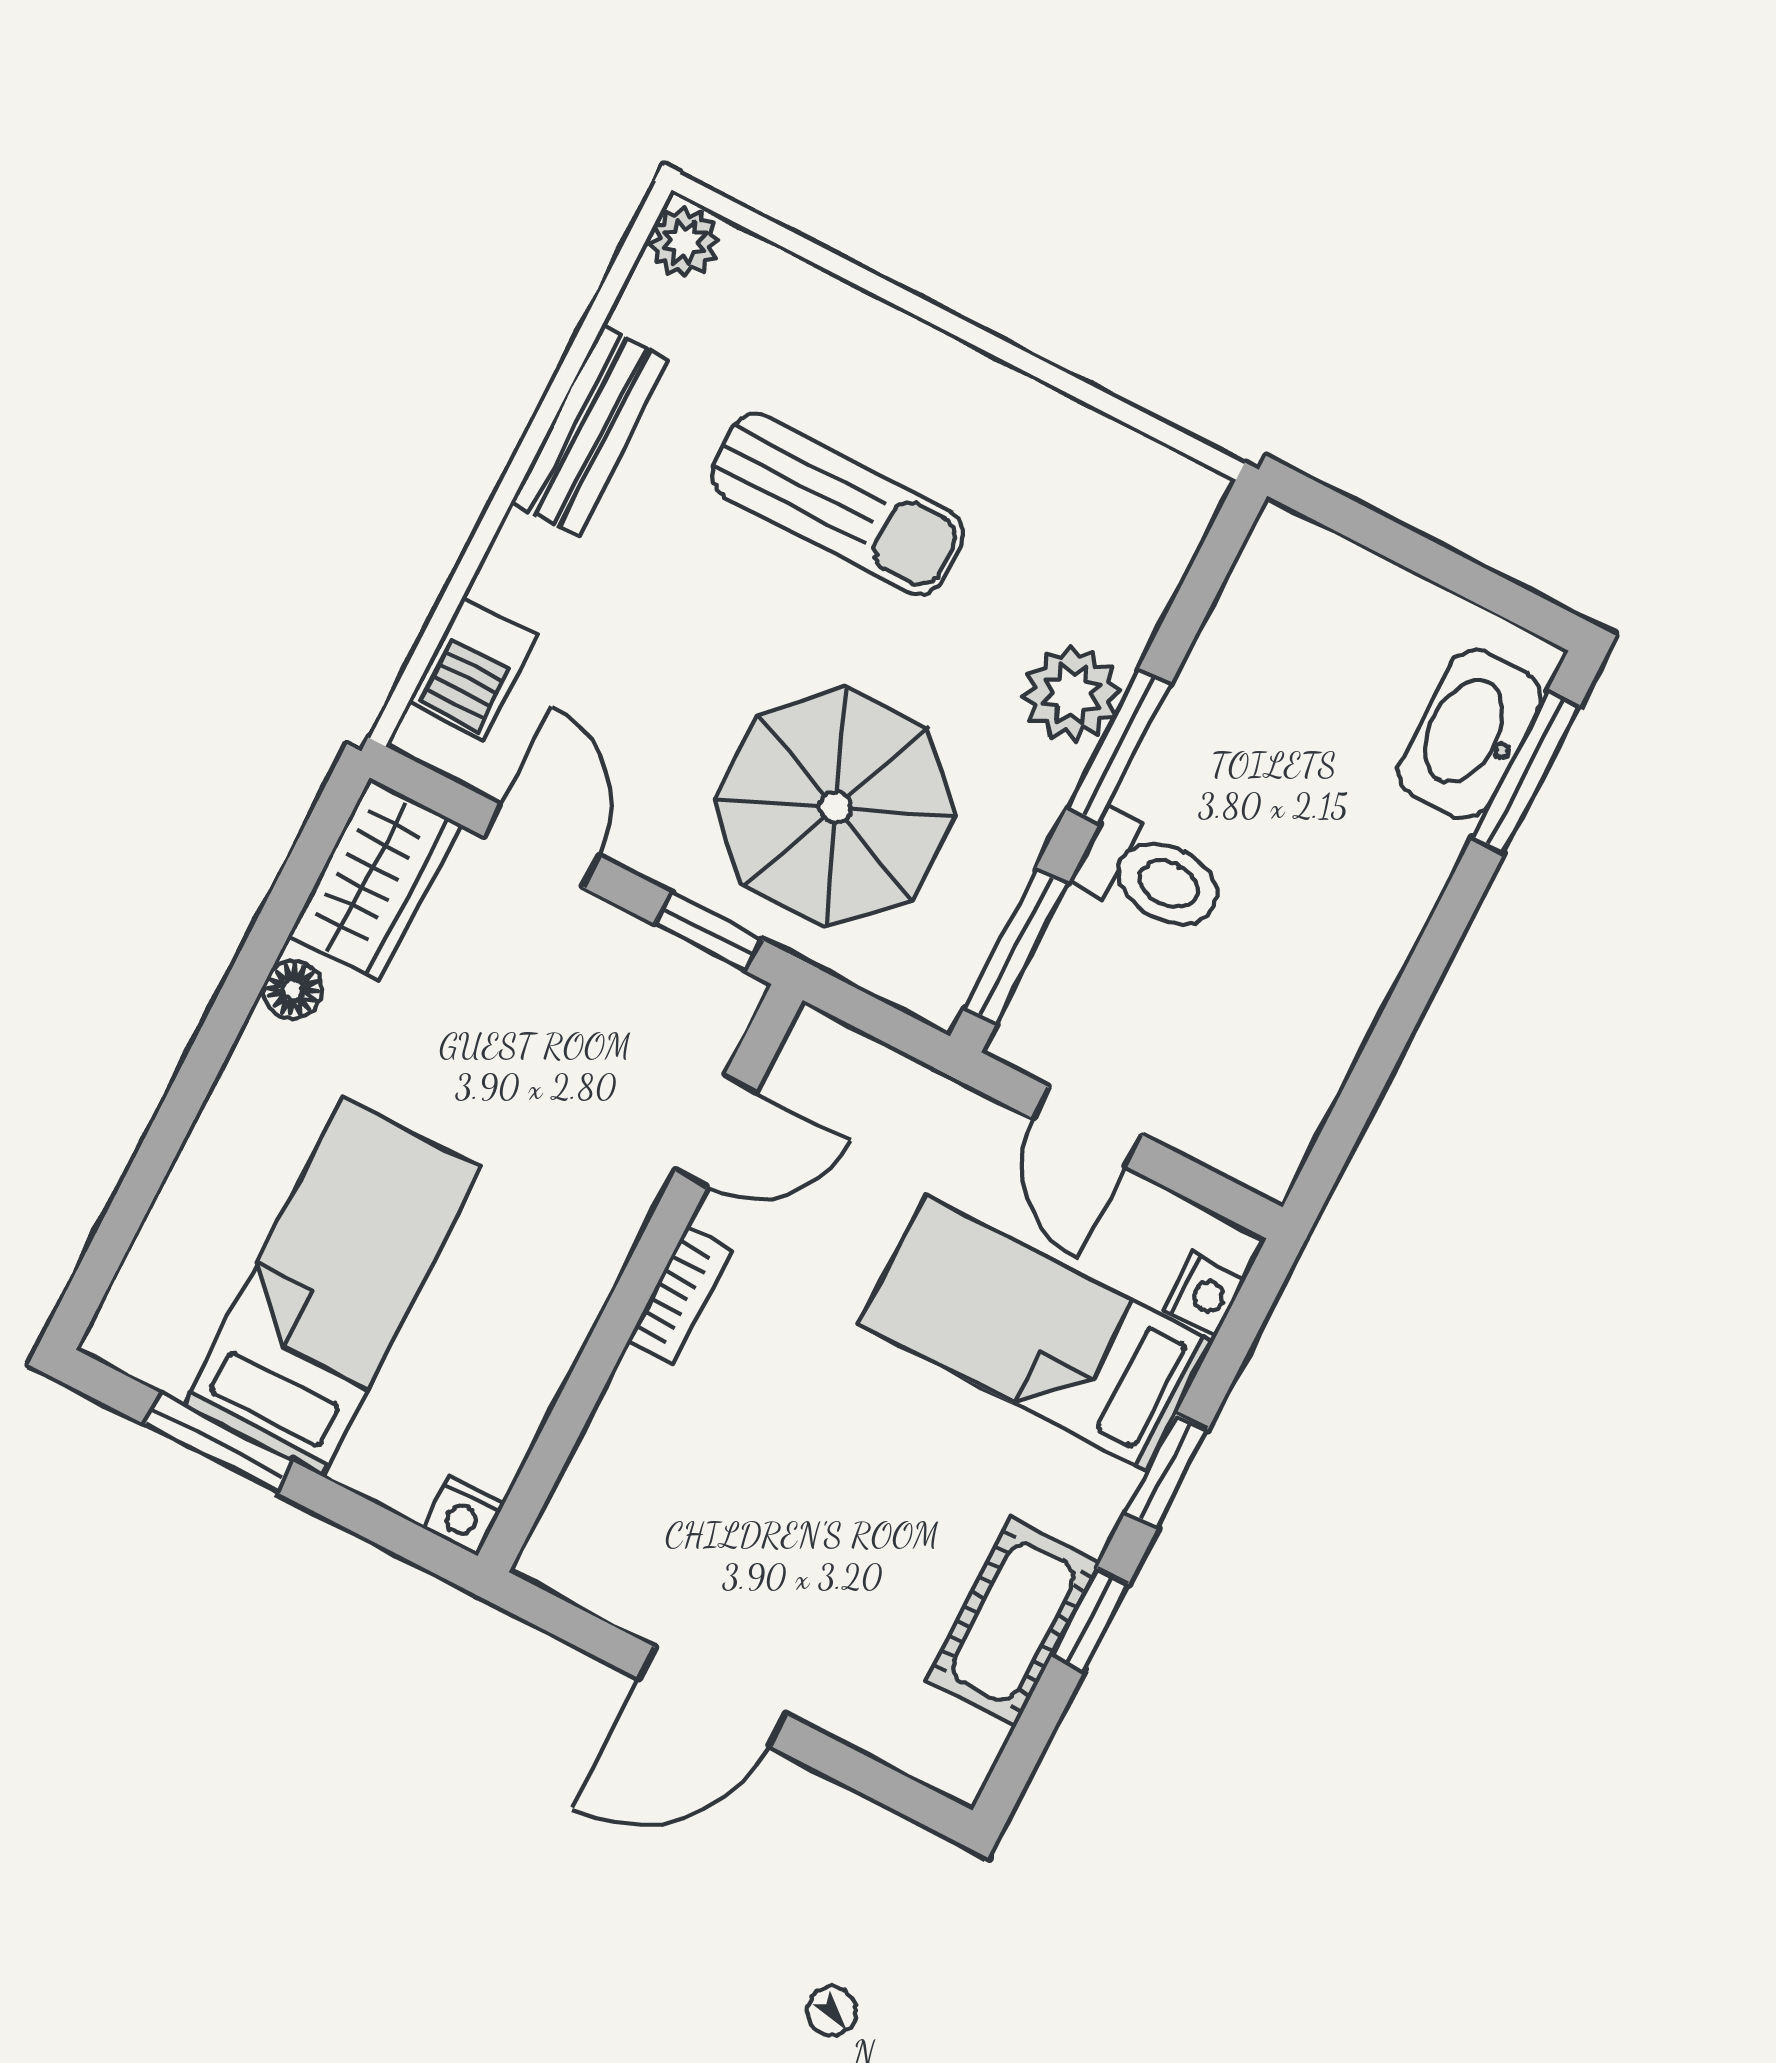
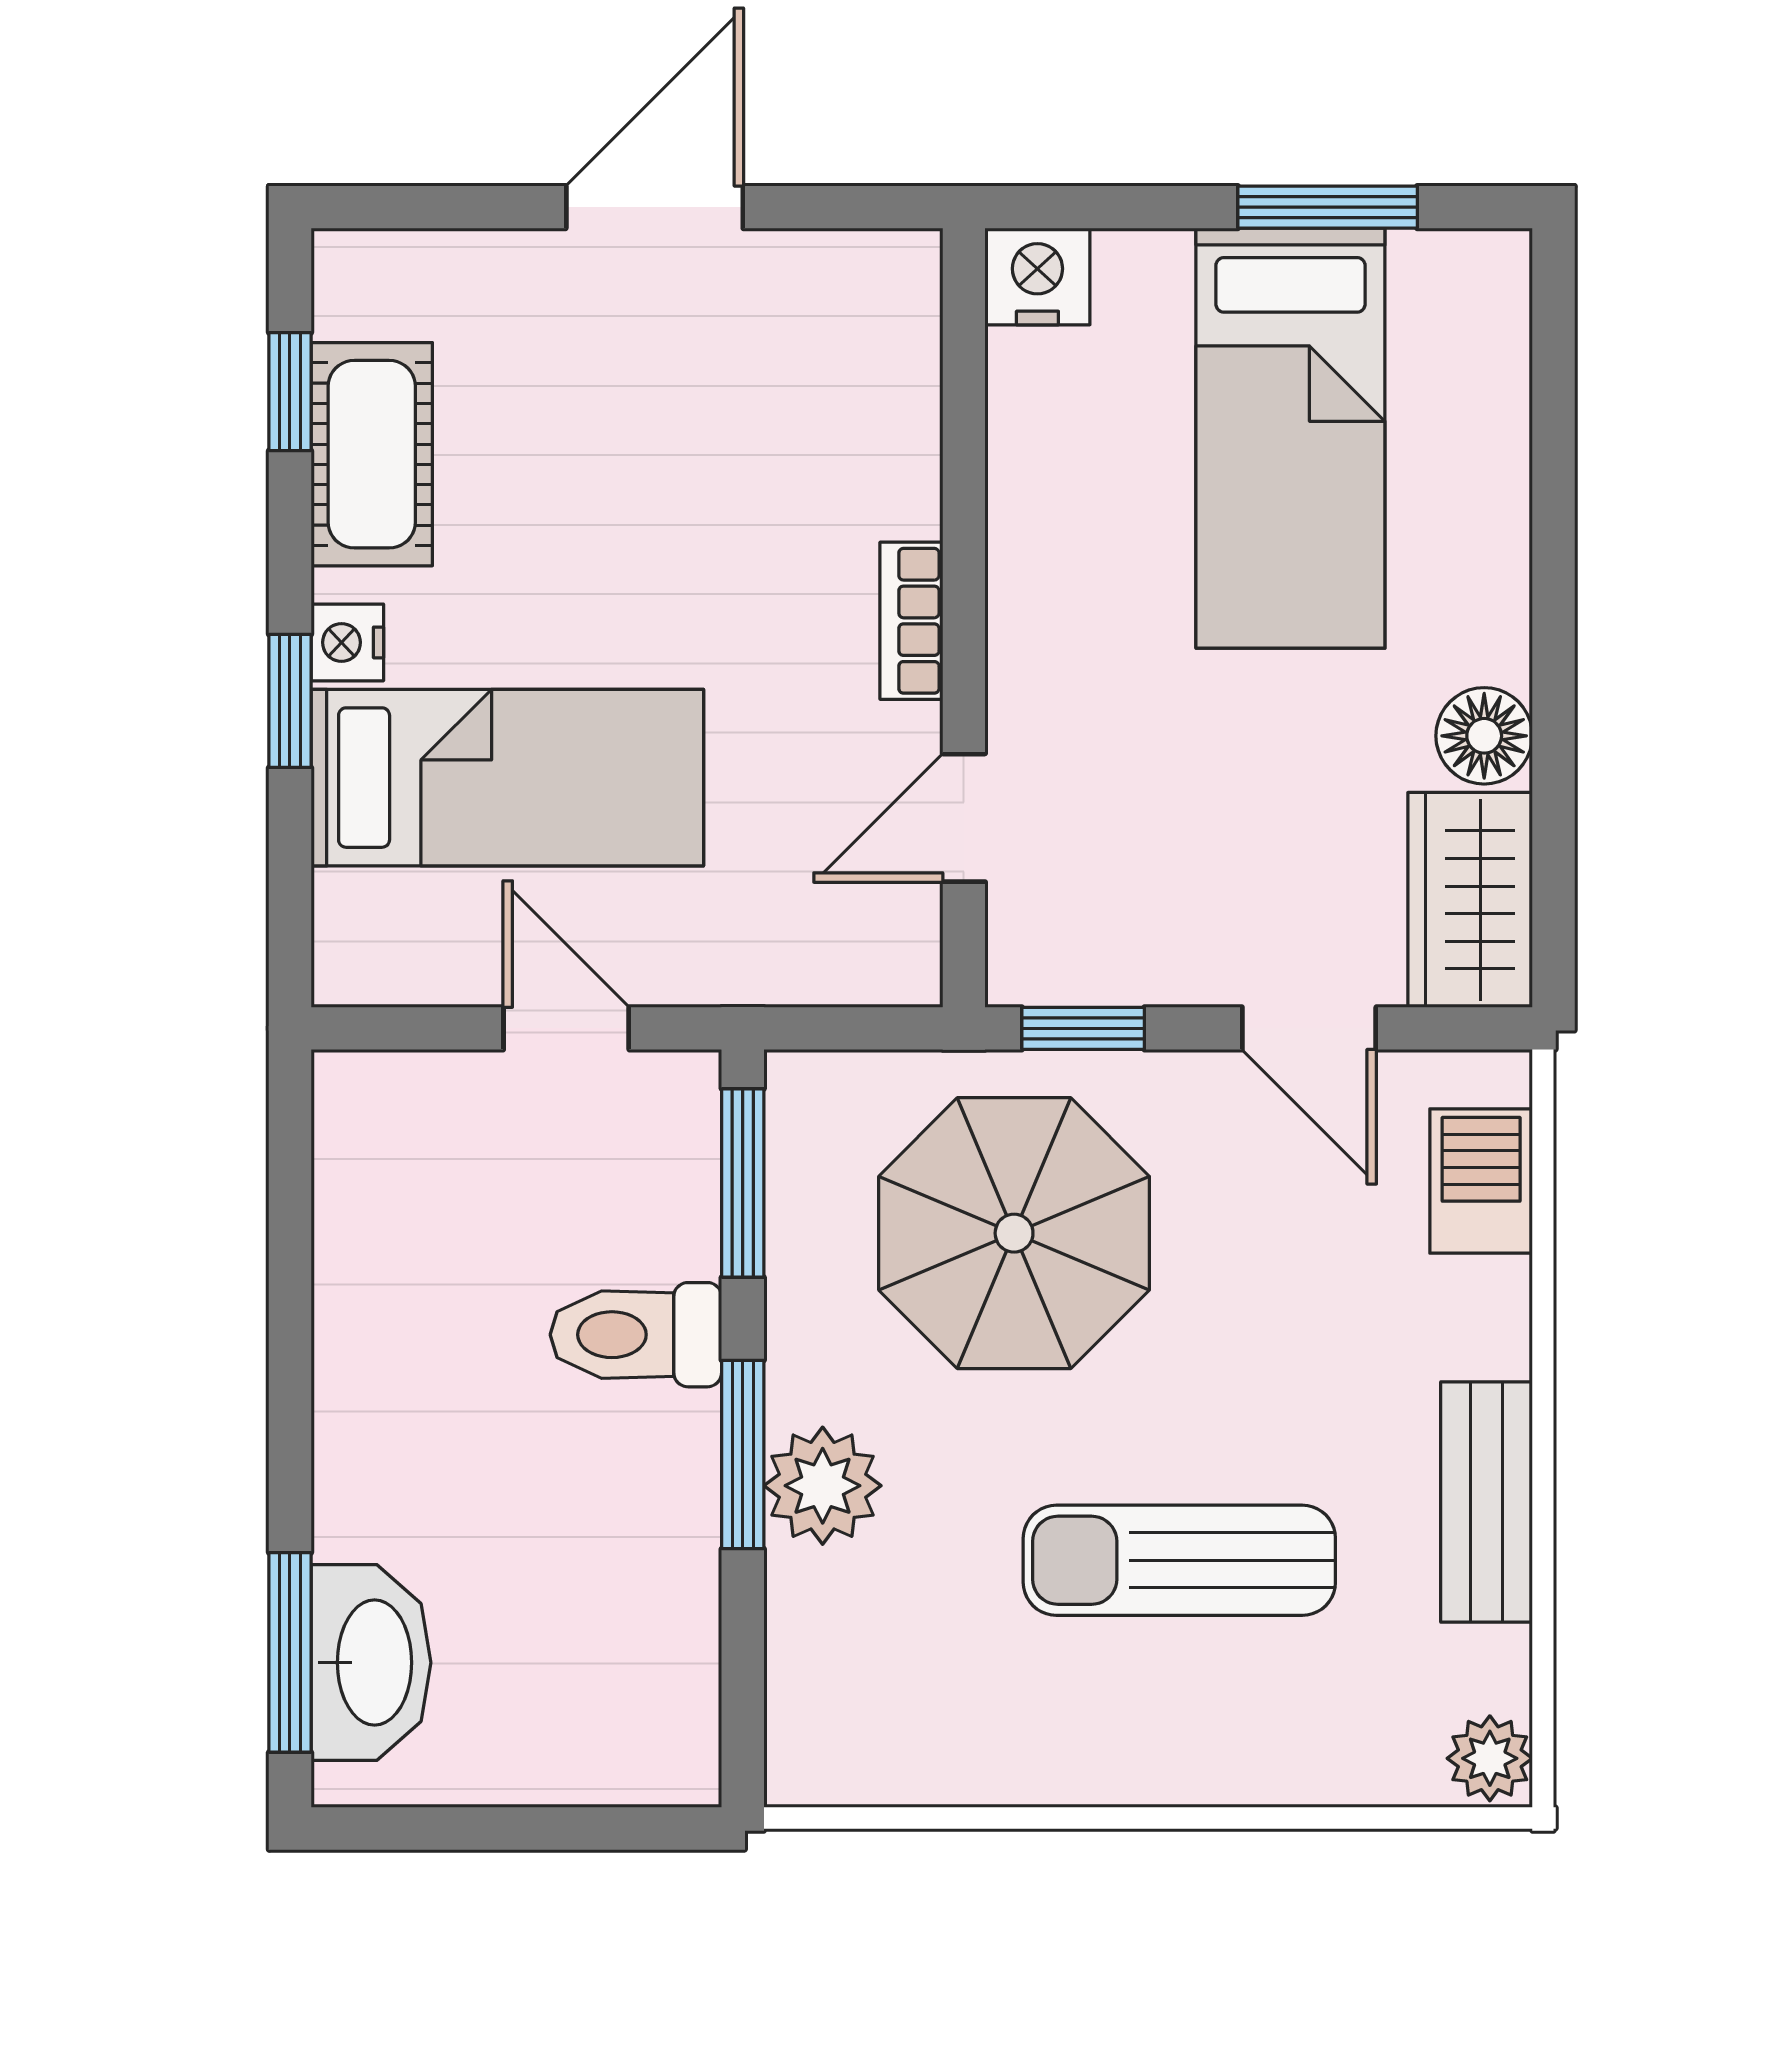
floor lamp: (293, 990) -> (1484, 736), width x1.37, depth x1.37
nightstand: (1204, 1294) -> (347, 642), moved
nightstand: (463, 1516) -> (1037, 276), width x1.39, depth x1.35
window: (1090, 1619) -> (290, 392), moved

